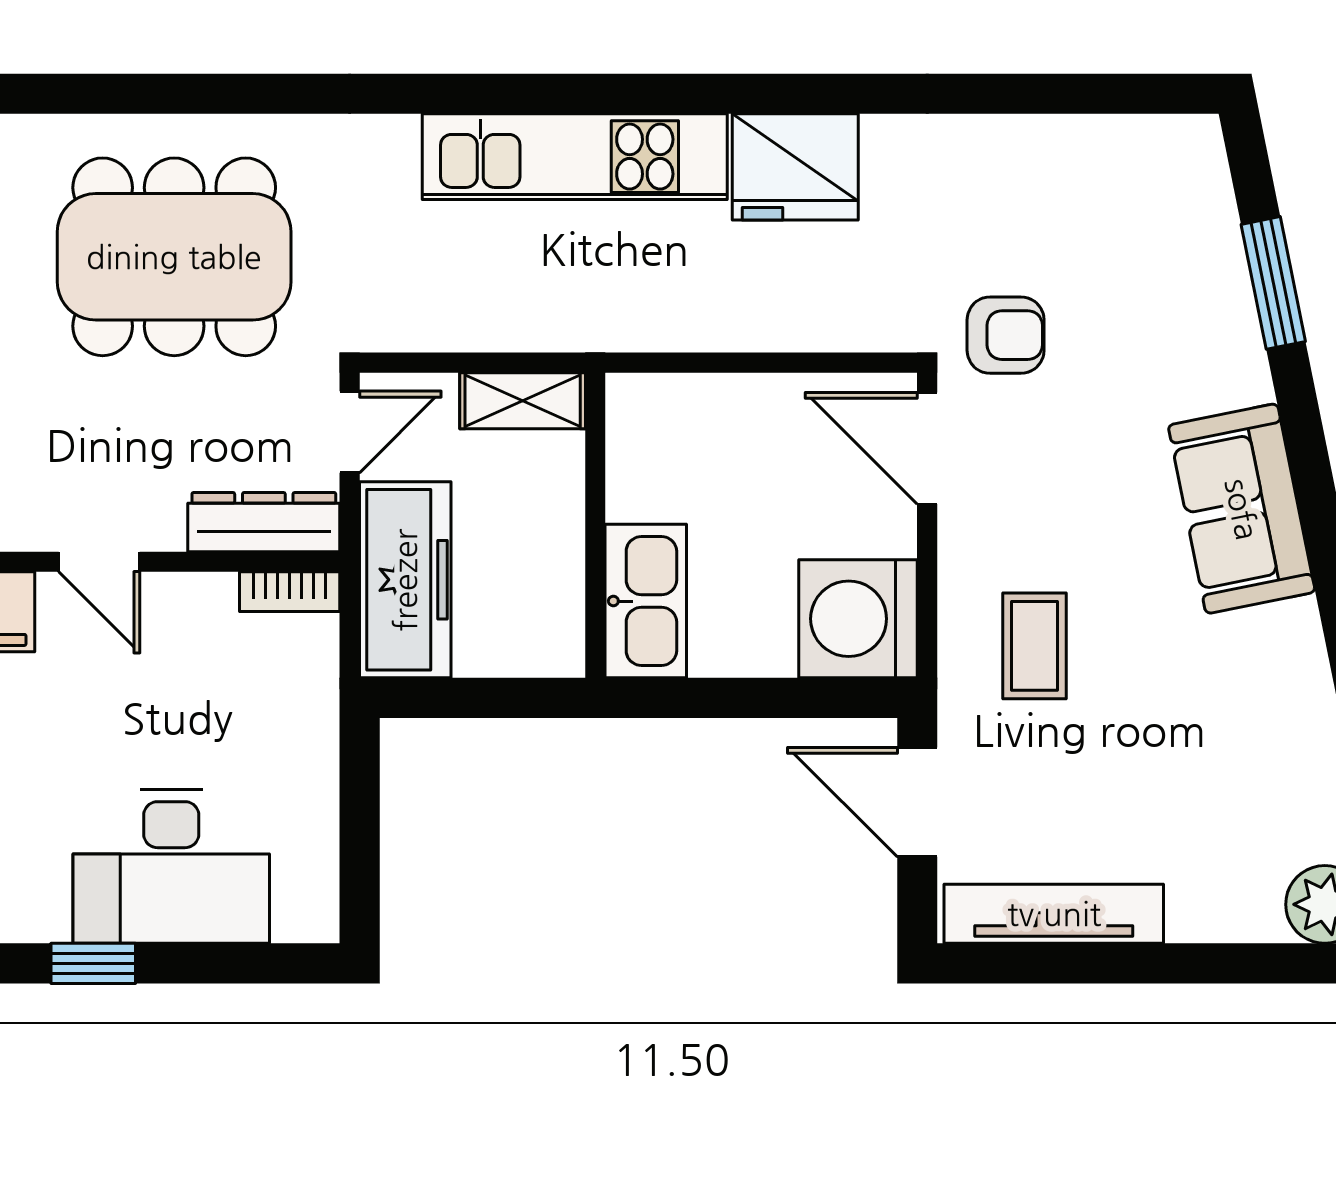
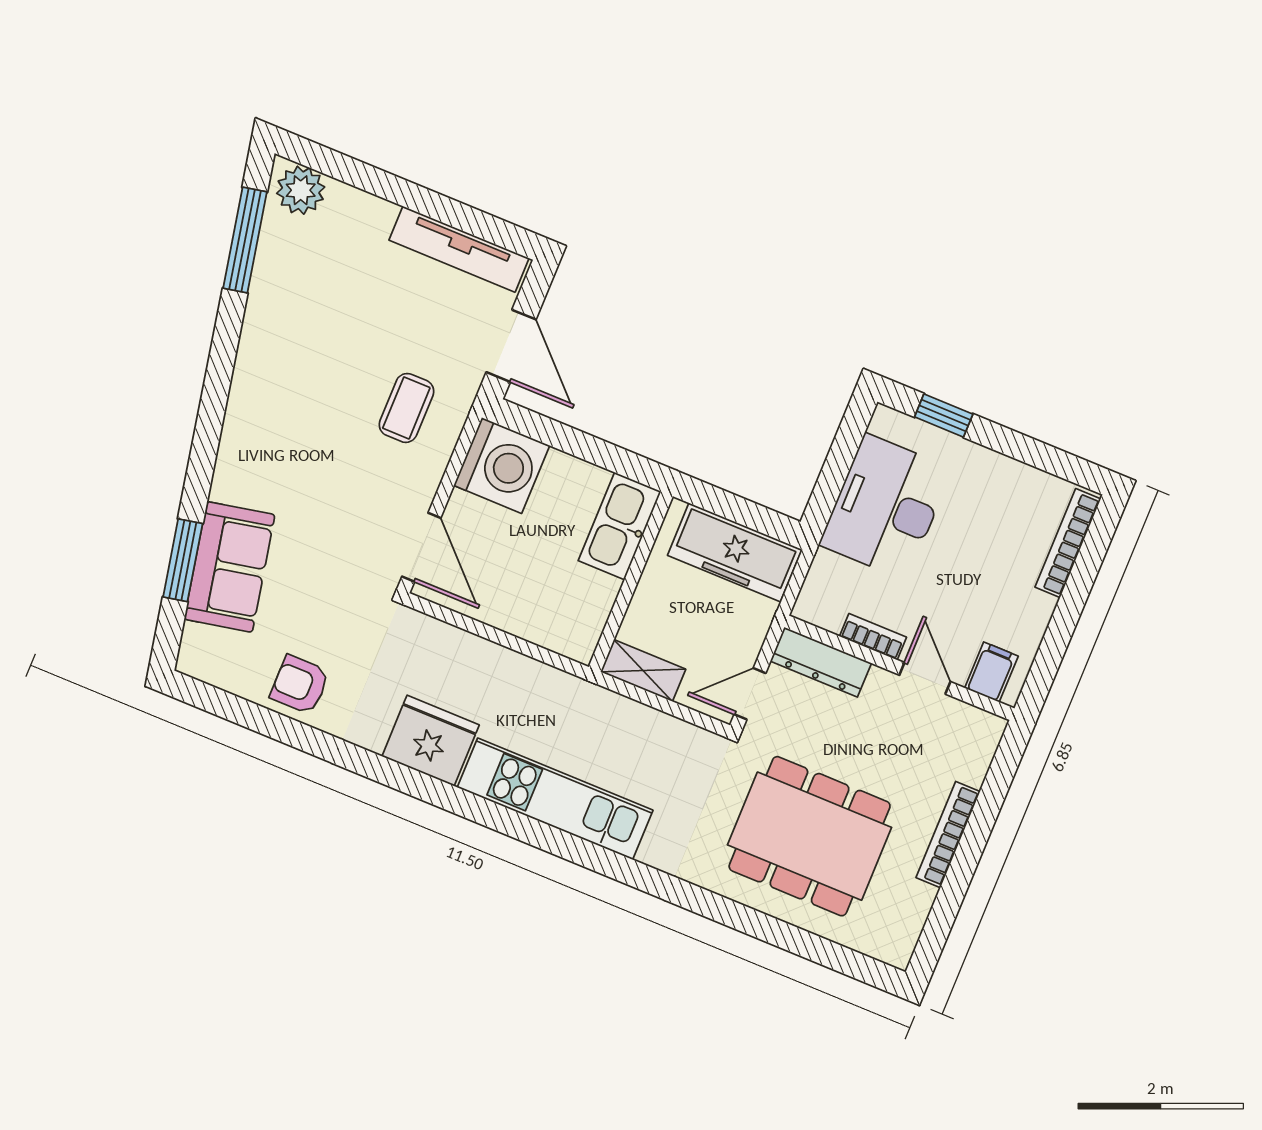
armchair: (1006, 335) -> (300, 685), moved
sofa: (1242, 509) -> (230, 567), moved
freezer: (405, 580) -> (735, 552), moved, turned -90
bookcase: (290, 592) -> (873, 637), moved
desk: (171, 866) -> (886, 507), moved, turned -90
window: (93, 963) -> (944, 416), moved

